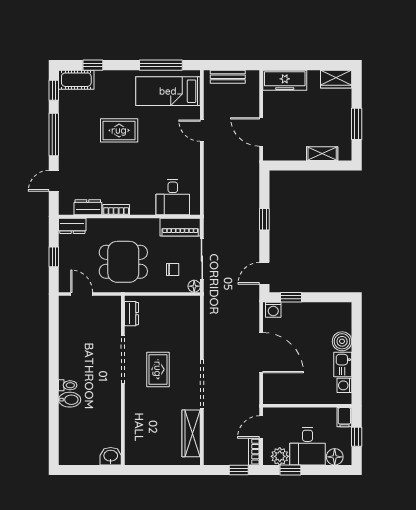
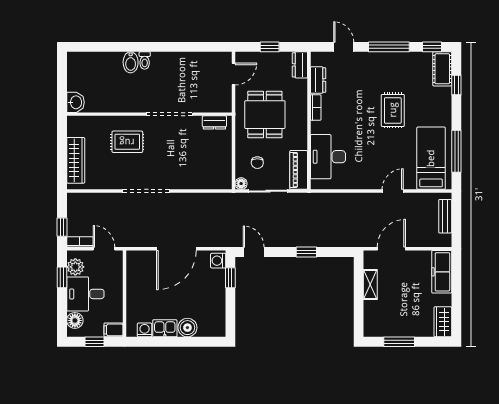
shelving: (322, 154) -> (370, 285), moved
desk: (173, 197) -> (328, 157), width x1.37
rug: (158, 369) -> (127, 142), moved
wardrobe: (191, 433) -> (76, 160), moved, turned 90

